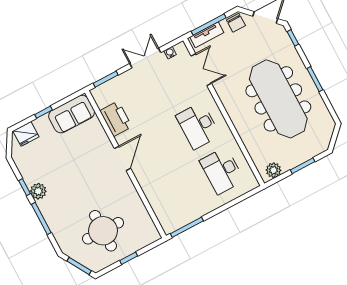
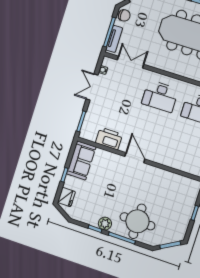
round table: (103, 231) -> (137, 221), moved

